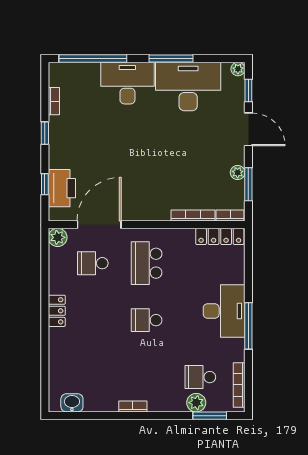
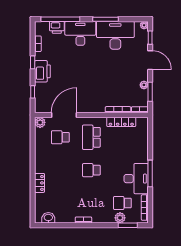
printer: (87, 73) -> (57, 27), added
printer: (62, 188) -> (42, 71), moved
locker: (220, 236) -> (121, 122), moved
locker: (57, 311) -> (40, 183), moved
desk: (224, 311) -> (136, 179), moved

